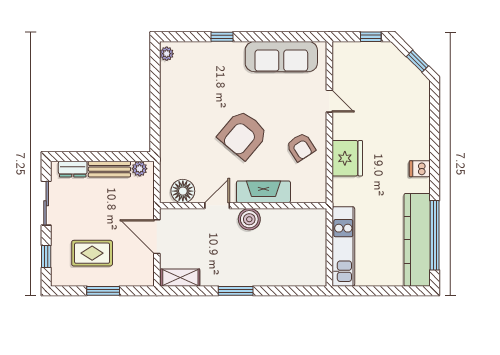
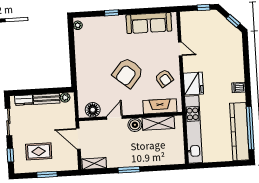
fireplace: (263, 192) -> (160, 106), moved
shelving: (287, 219) -> (158, 123), added
kitchen unit: (343, 247) -> (193, 129), width x1.36

